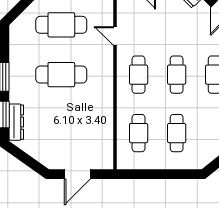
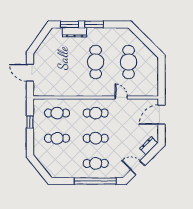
door: (115, 36) -> (121, 98), hinge flipped
dresser: (16, 122) -> (75, 32), moved
window: (152, 174) -> (30, 122), added

